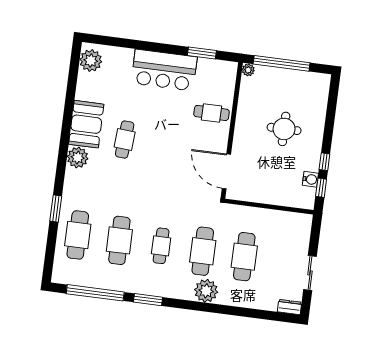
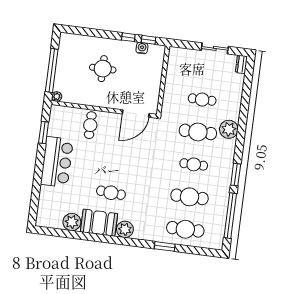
plant: (91, 61) -> (72, 222), moved
cafe table: (244, 257) -> (202, 100), width x0.73, depth x0.74

